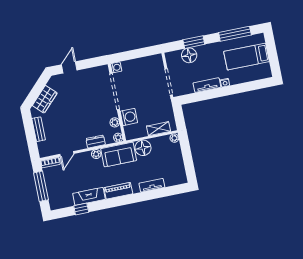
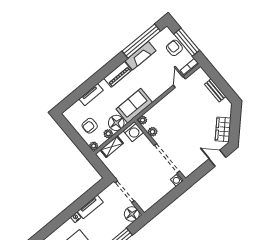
floor lamp: (189, 55) -> (132, 214), moved
door: (69, 67) -> (217, 158), swing flipped
wardrobe: (45, 99) -> (223, 129), moved
washing machine: (129, 117) -> (133, 132), moved, turned -90
dresser: (96, 142) -> (160, 106), removed
plant: (96, 154) -> (108, 134), moved
armchair: (168, 158) -> (90, 126), added
armchair: (55, 187) -> (174, 48), added
window: (81, 209) -> (141, 41), width x3.17

